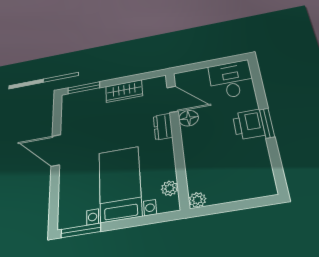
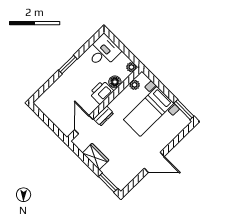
desk: (231, 80) -> (103, 52), moved, turned 180
floor lamp: (189, 118) -> (115, 82), moved
printer: (249, 124) -> (101, 92), moved, turned 180
door: (56, 150) -> (154, 162), hinge flipped

